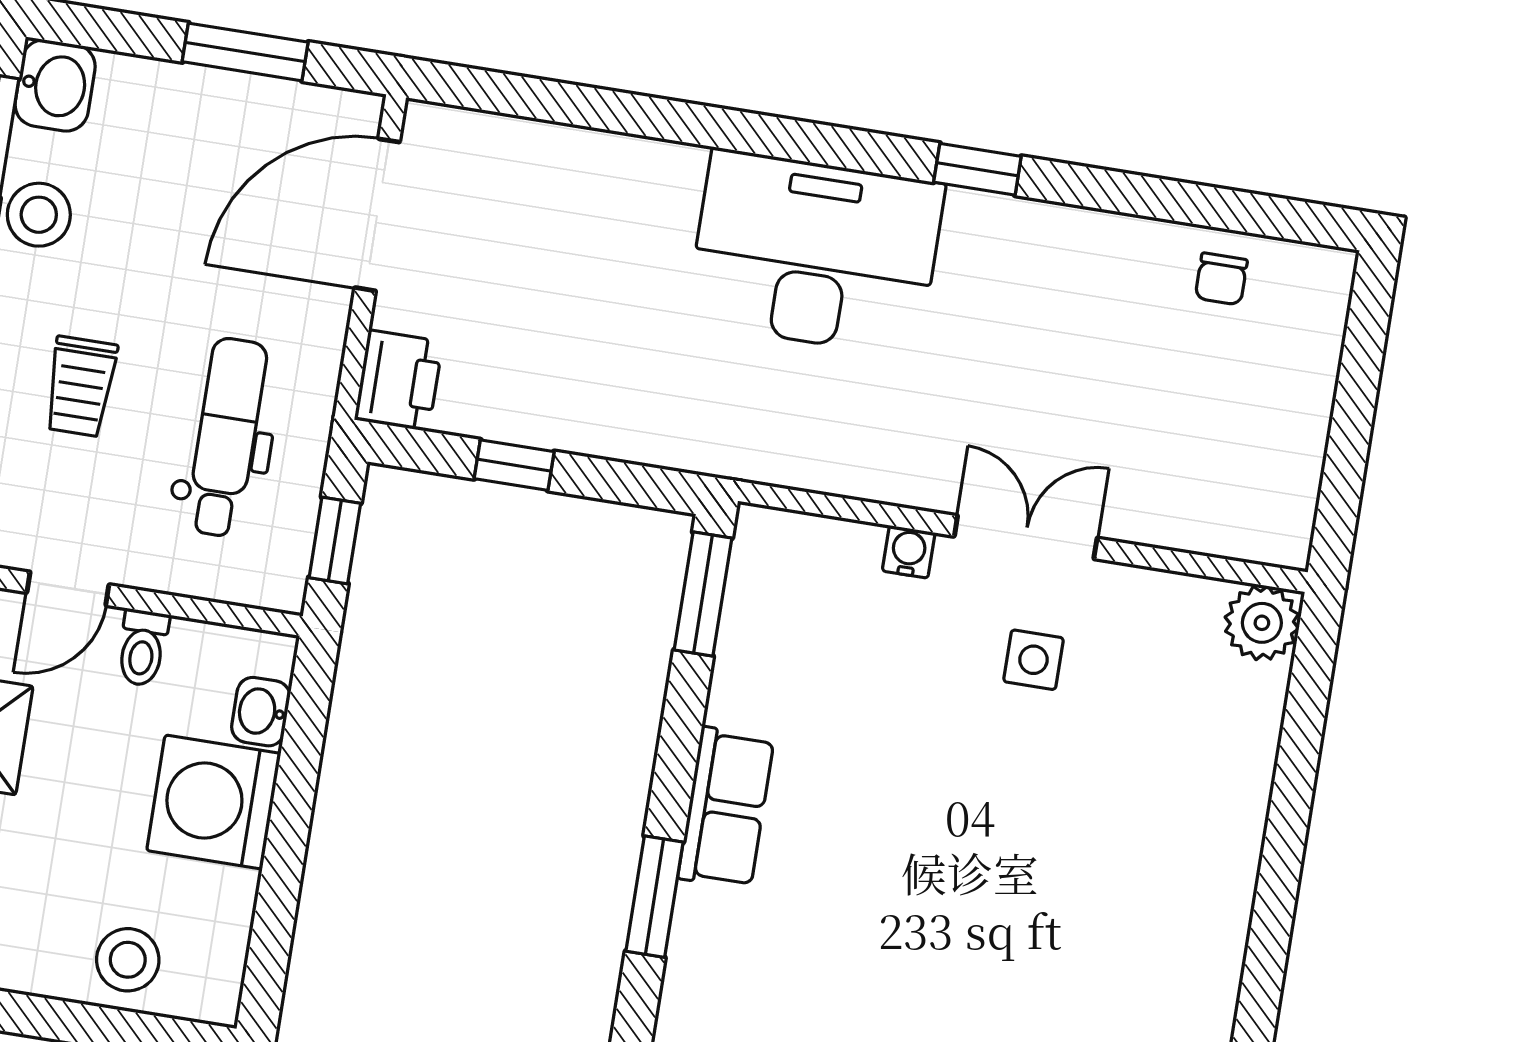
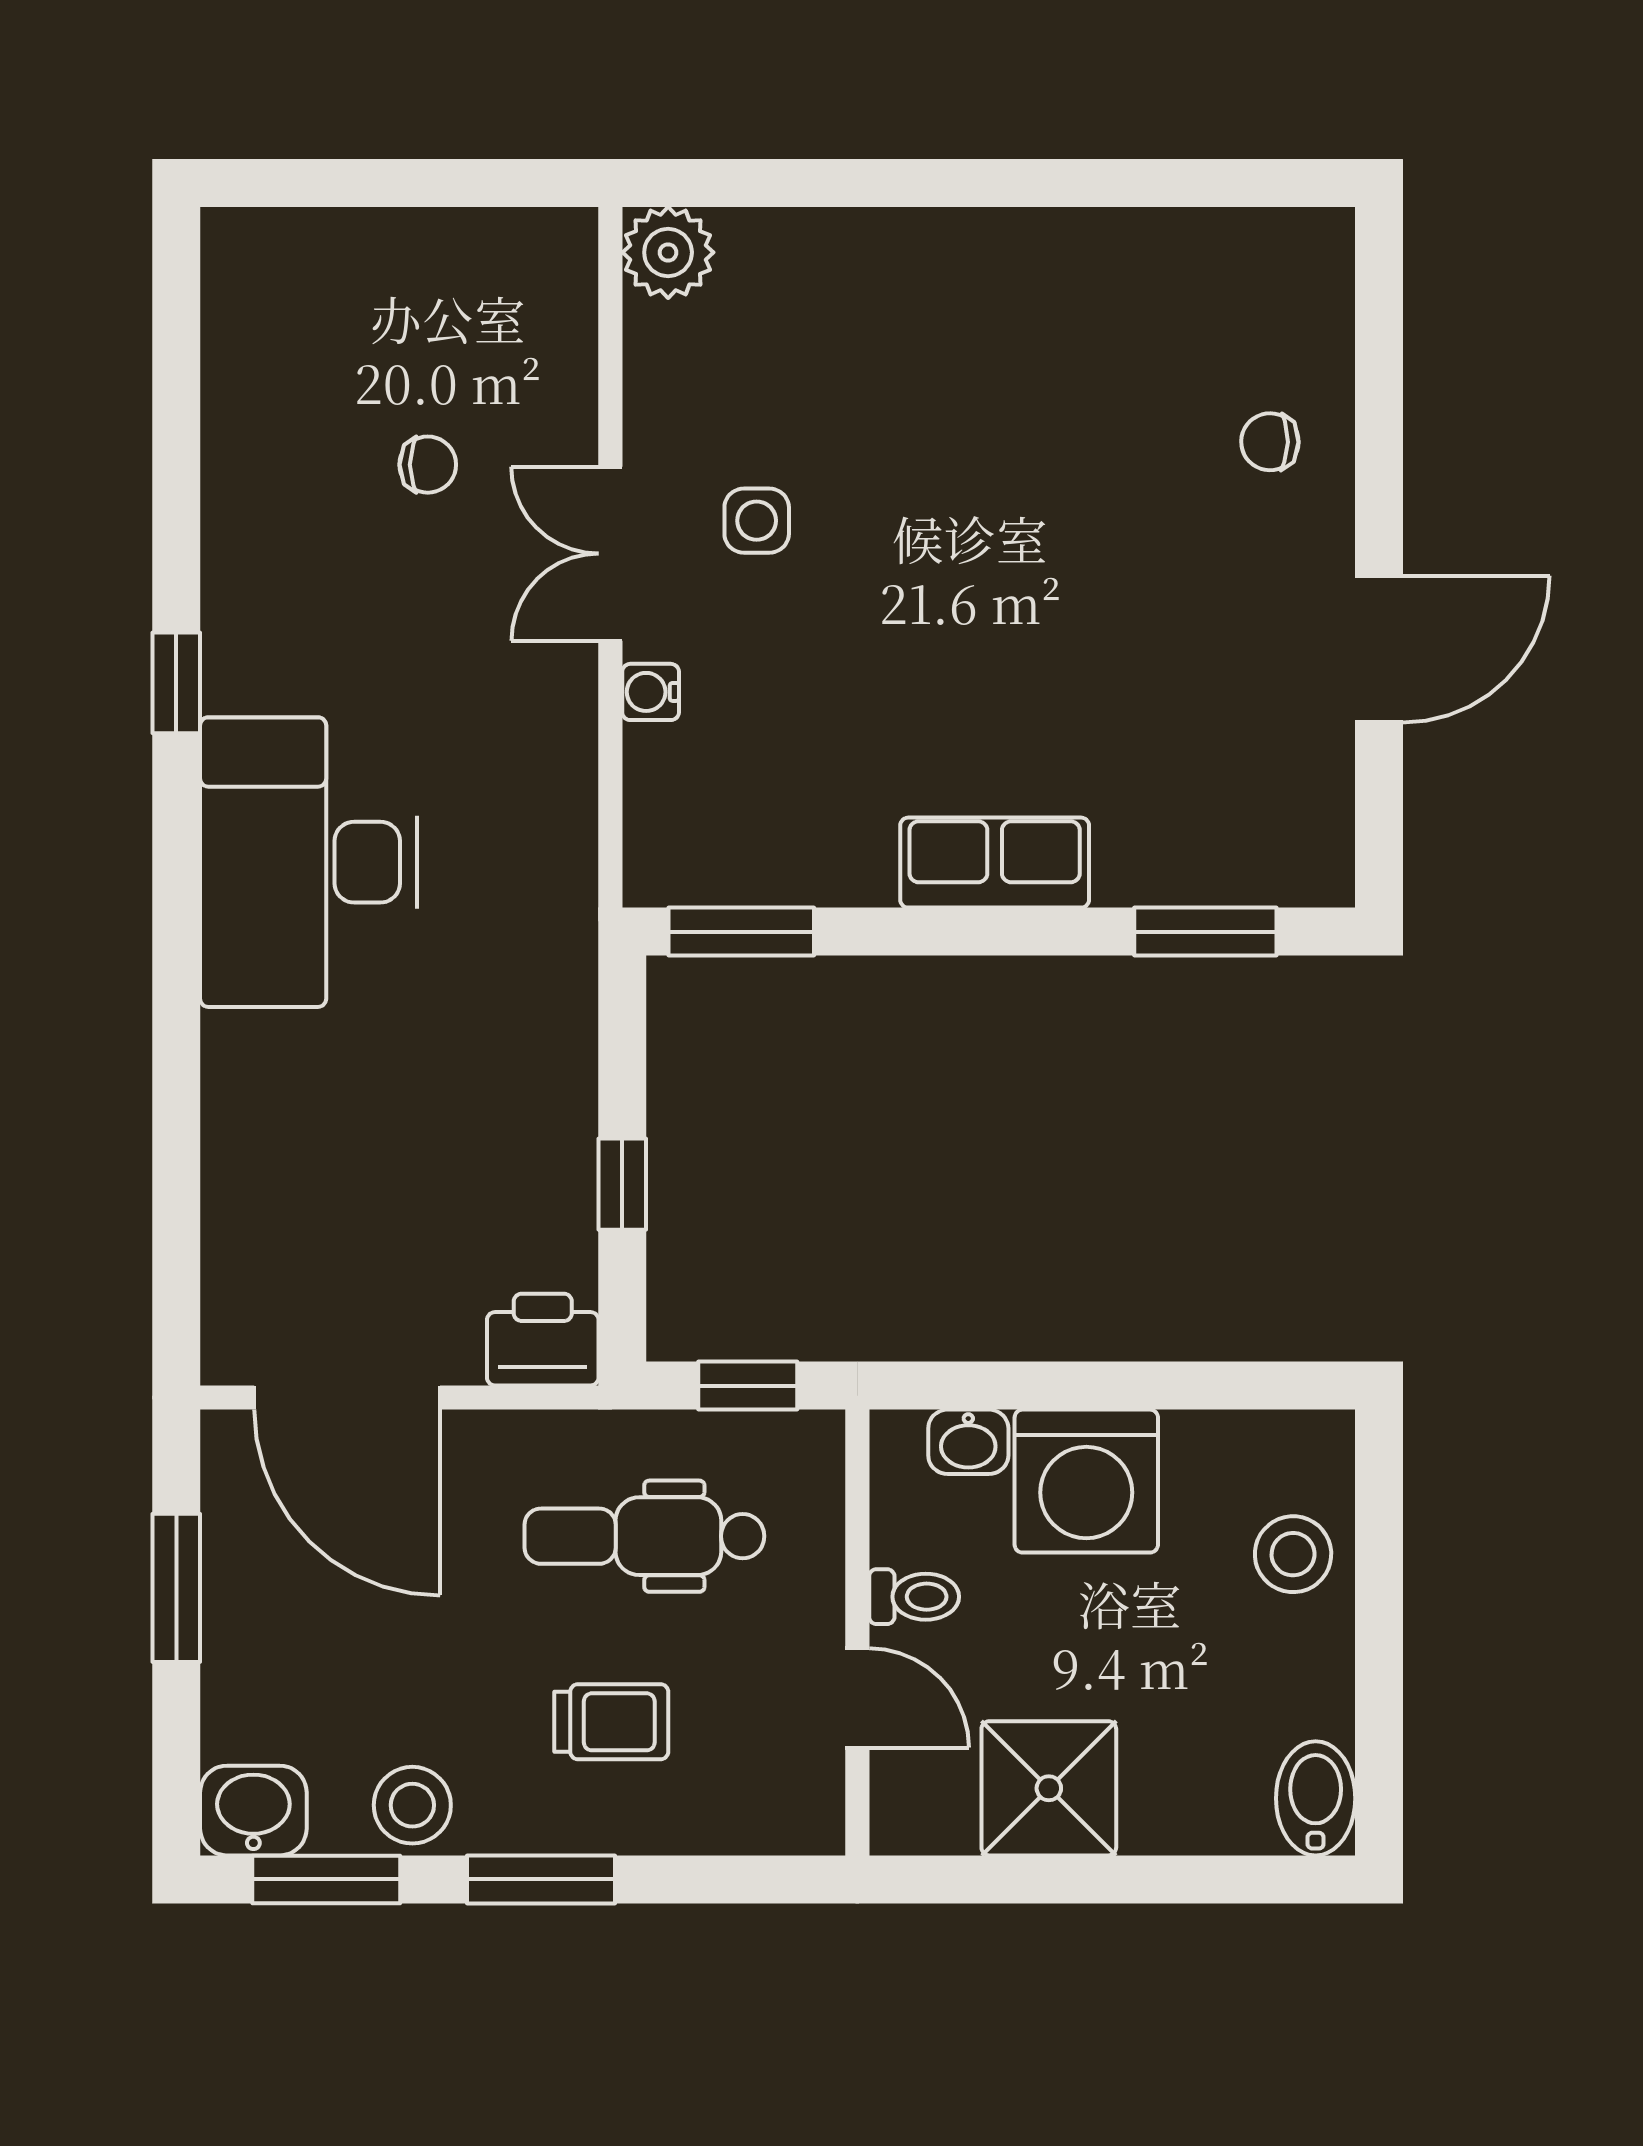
chair: (1221, 279) -> (428, 465), moved
window: (655, 897) -> (1205, 932), moved

